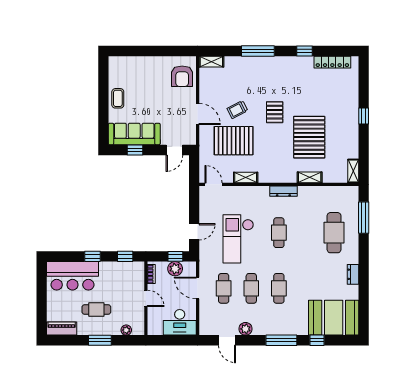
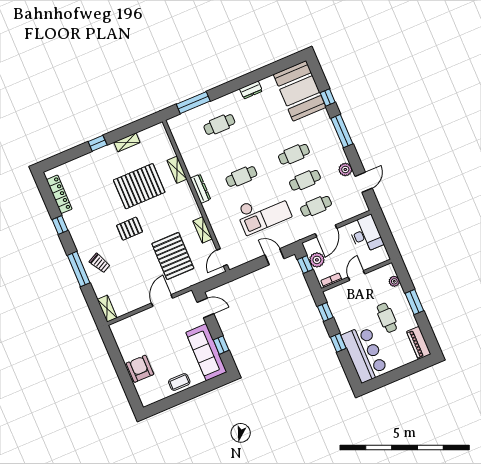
armchair: (182, 76) -> (140, 369), moved, turned -90
trolley: (237, 110) -> (100, 263), moved
shelving: (353, 171) -> (127, 142), moved
cafe table: (334, 233) -> (219, 124), width x0.73, depth x0.74

